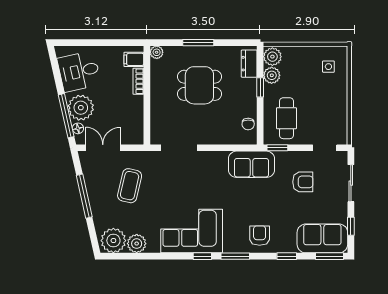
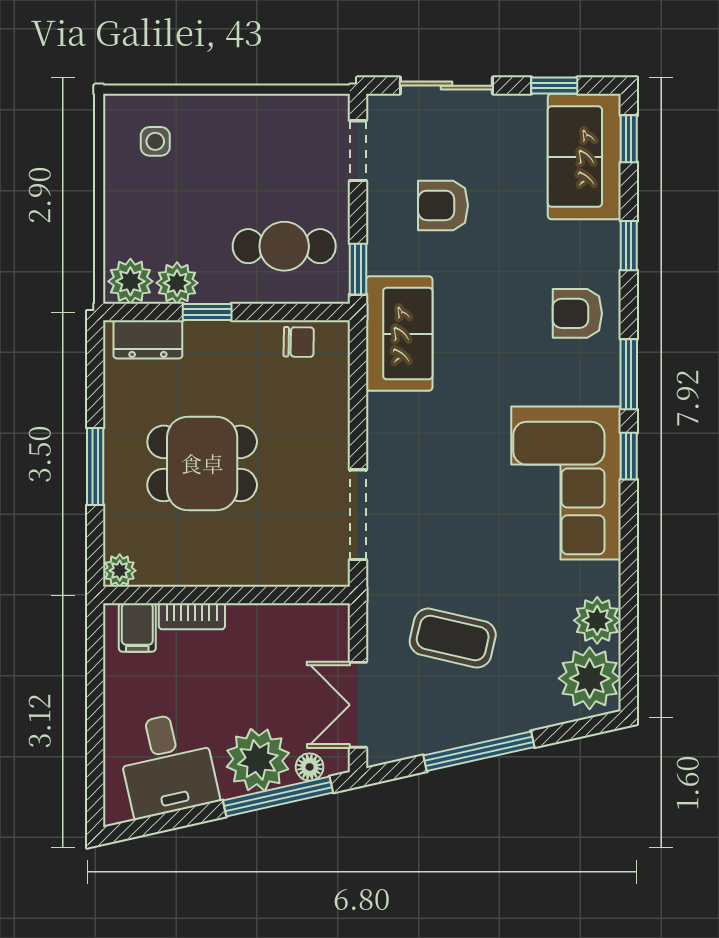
dining table: (199, 85) -> (202, 463), turned 90
armchair: (303, 182) -> (443, 205), turned -90
window: (329, 256) -> (629, 139), width x0.67

